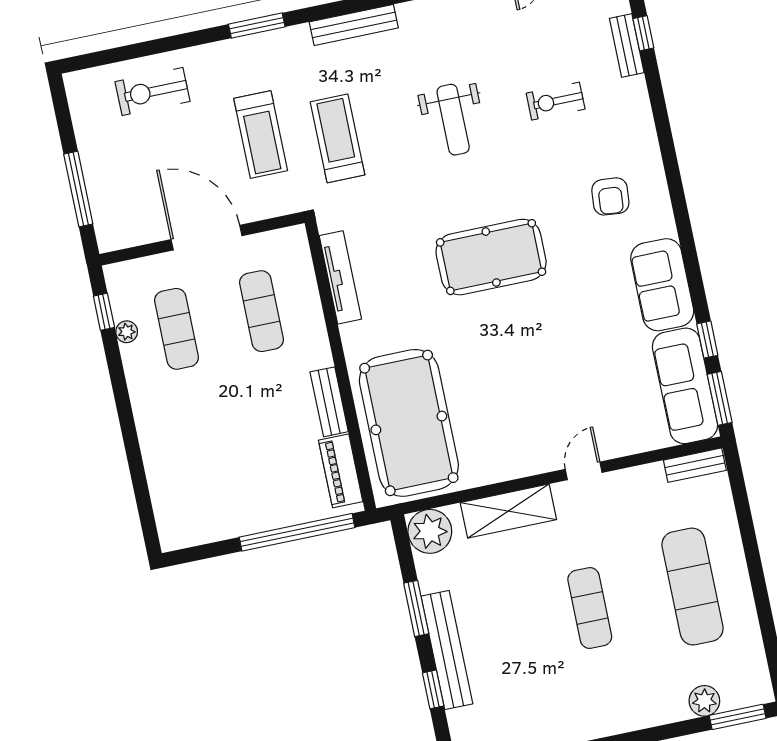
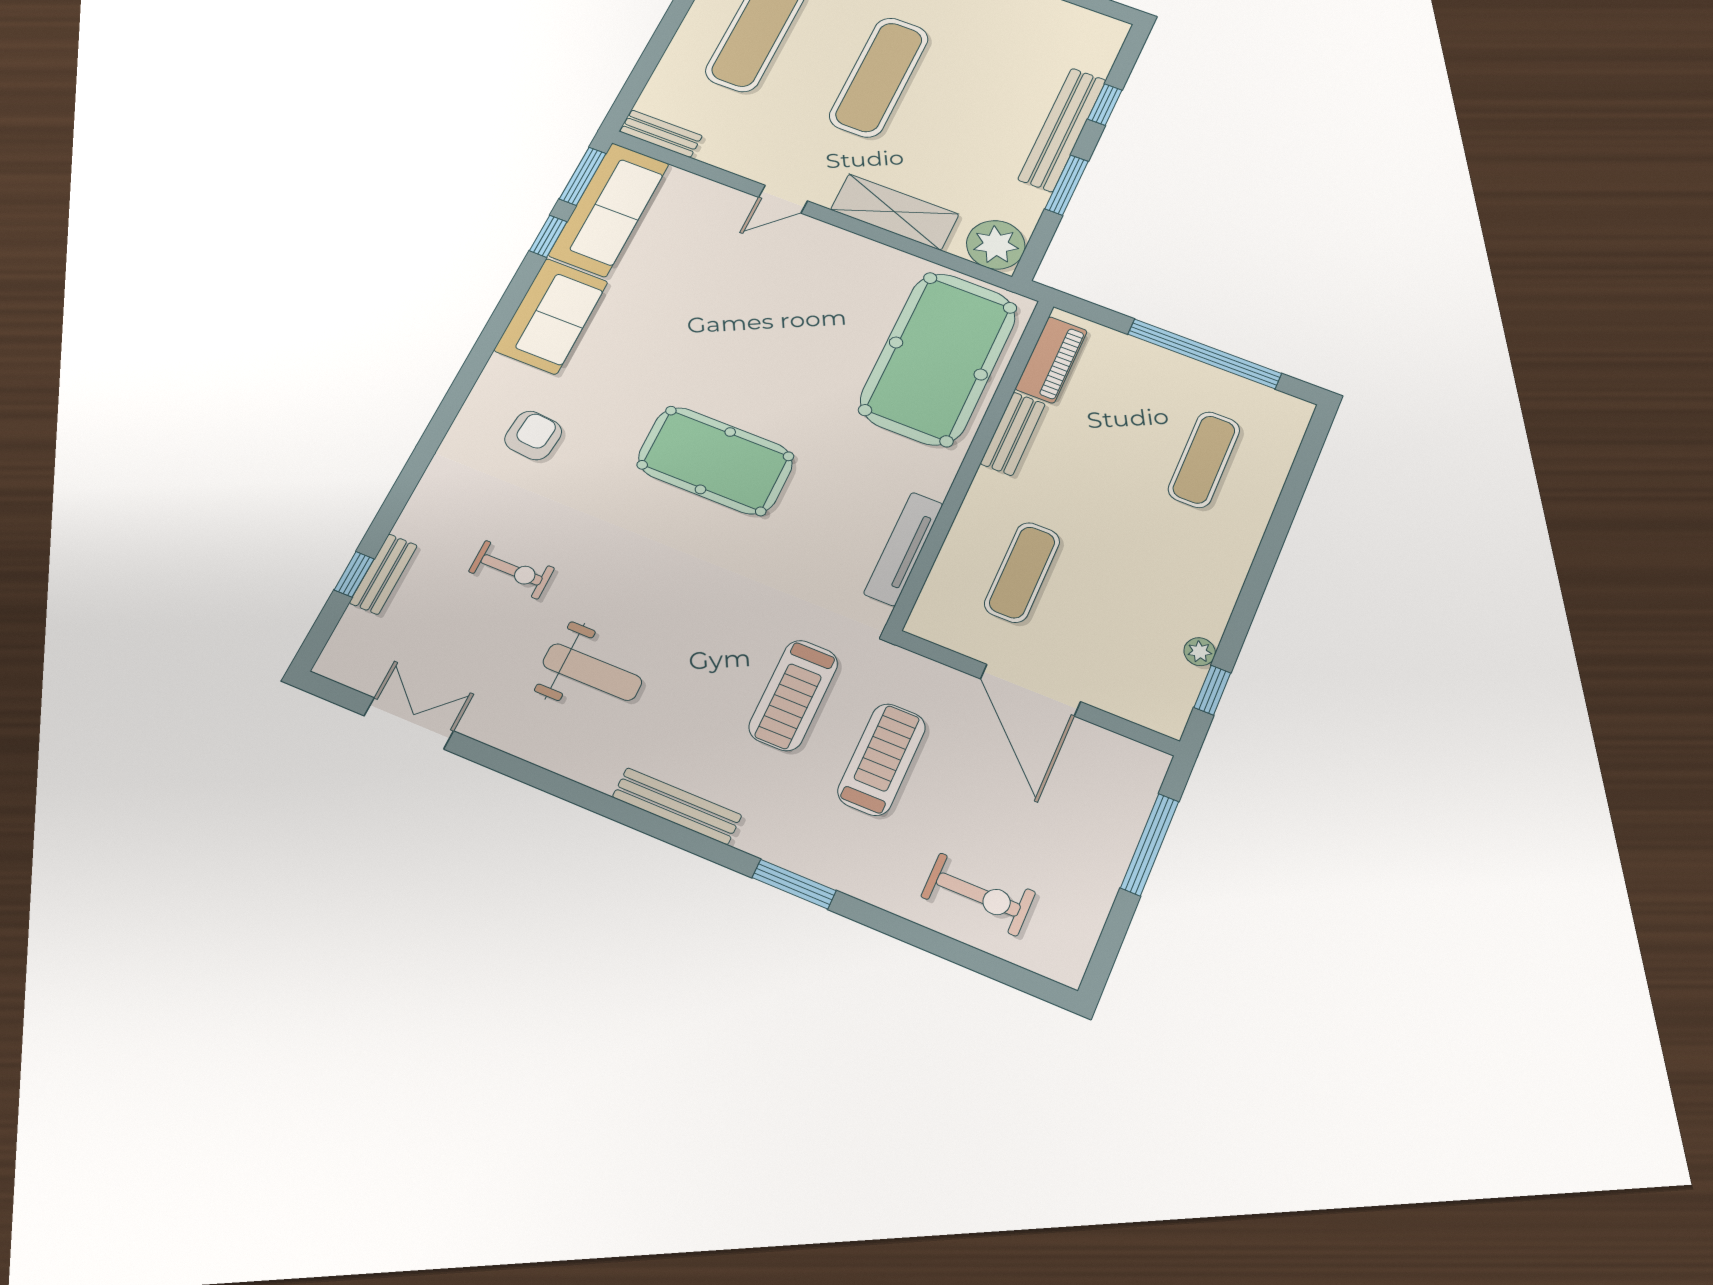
weight bench: (453, 120) -> (592, 672), moved, turned 90
exercise mat: (177, 329) -> (1204, 459), moved
window: (297, 532) -> (1204, 354), moved
exercise mat: (590, 608) -> (879, 77), width x1.36, depth x1.45

